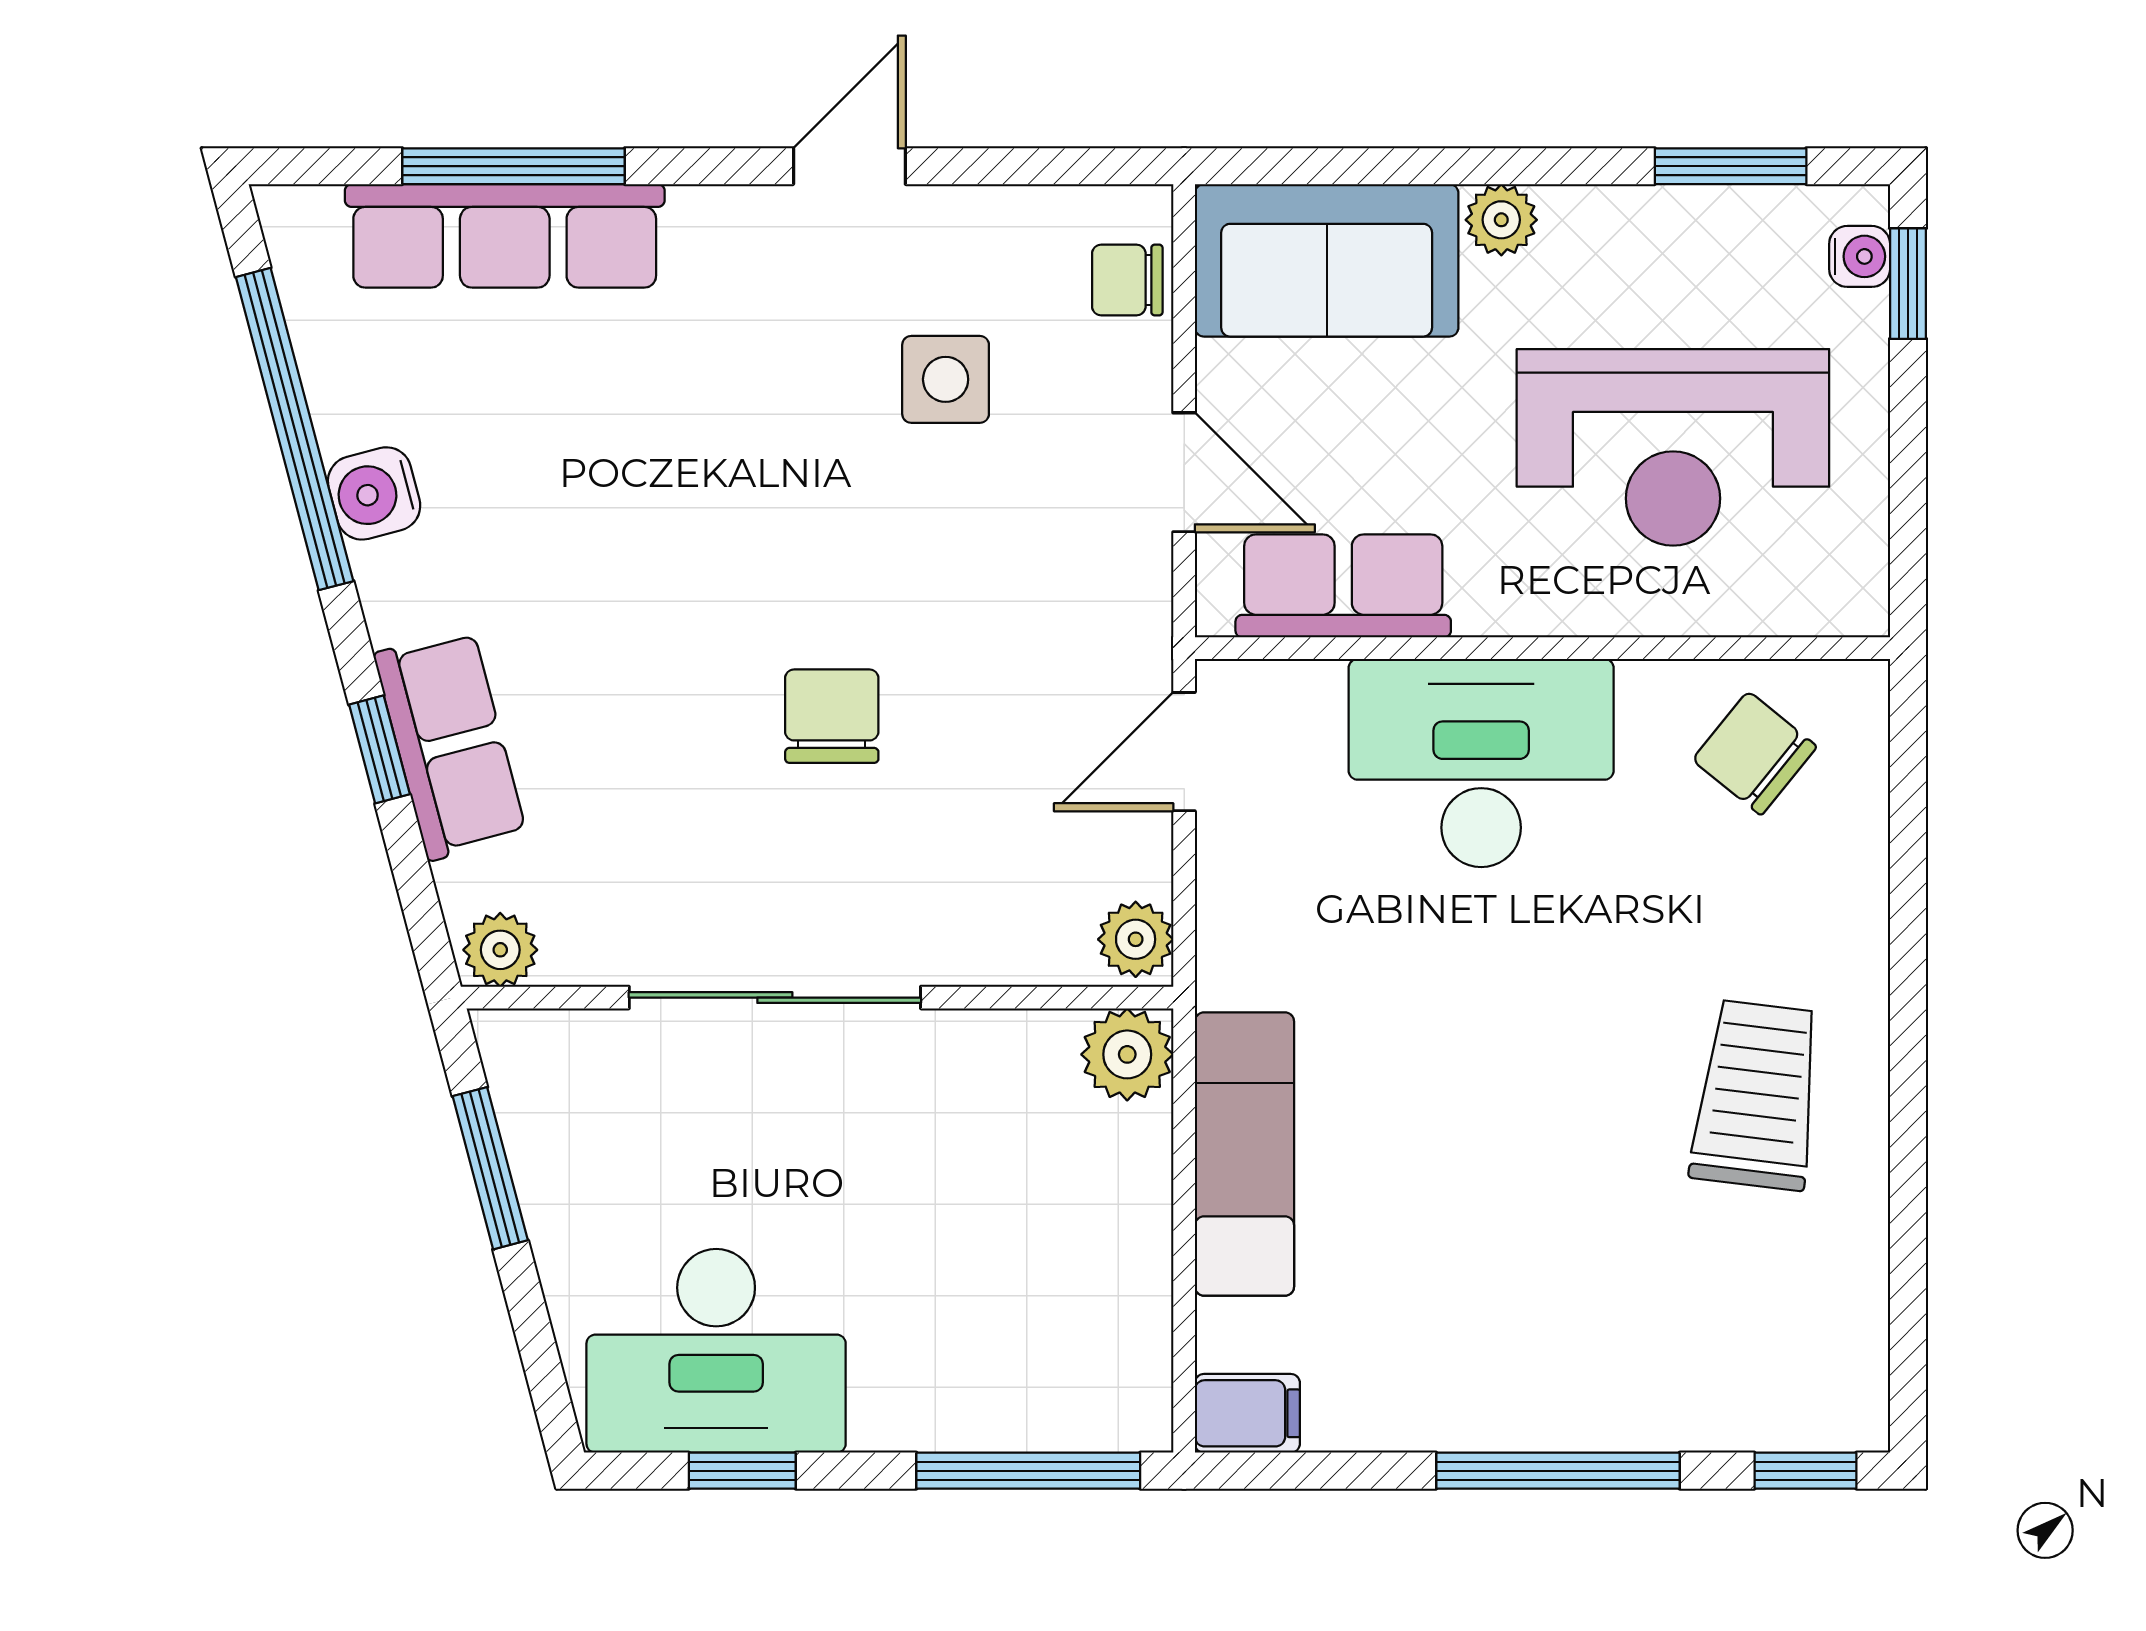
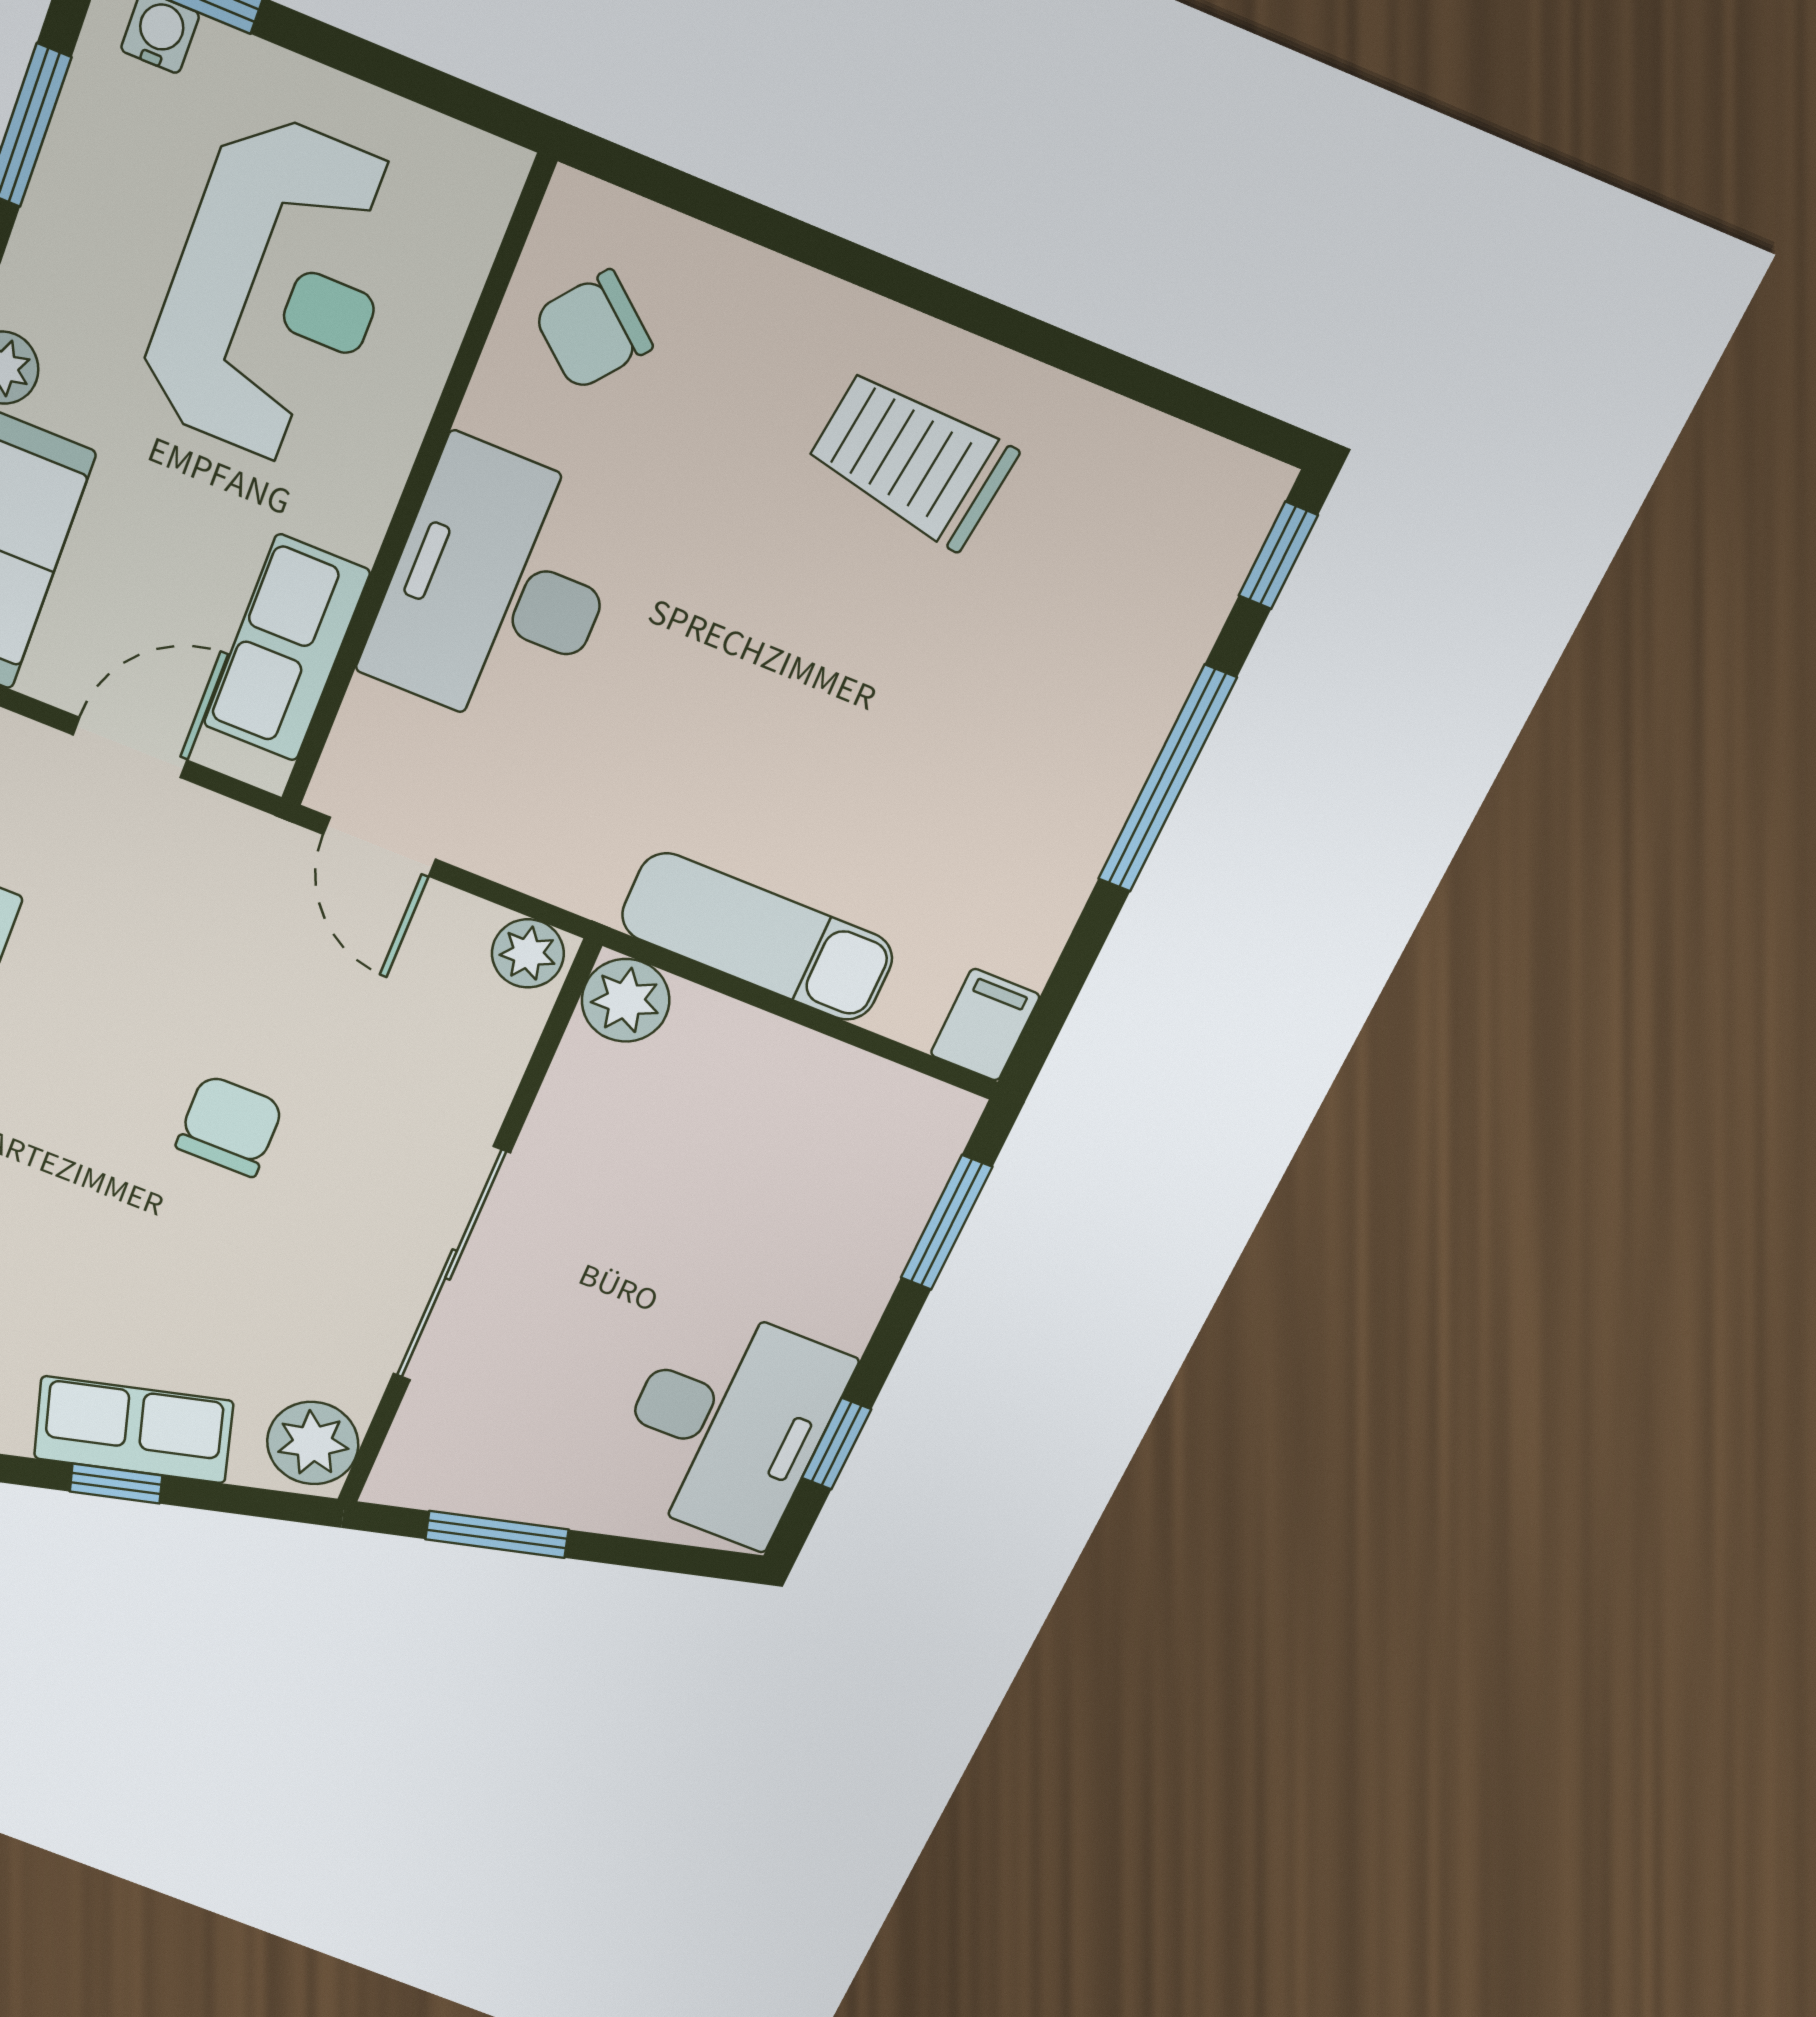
chair: (832, 716) -> (229, 1126), turned 90
plant: (500, 950) -> (313, 1443), width x1.38, depth x1.38
window: (1028, 1471) -> (946, 1223), width x0.69

